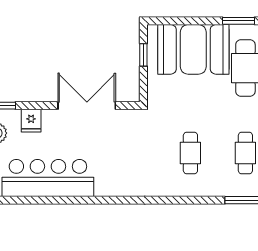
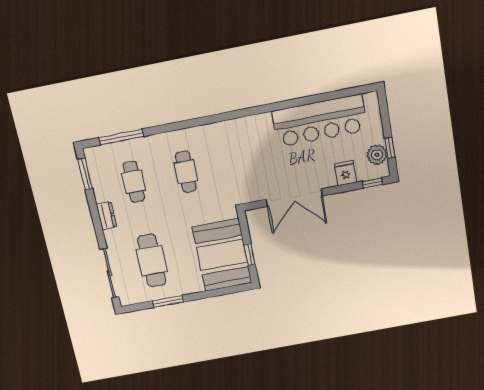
booth: (193, 49) -> (222, 255), moved, turned 90

